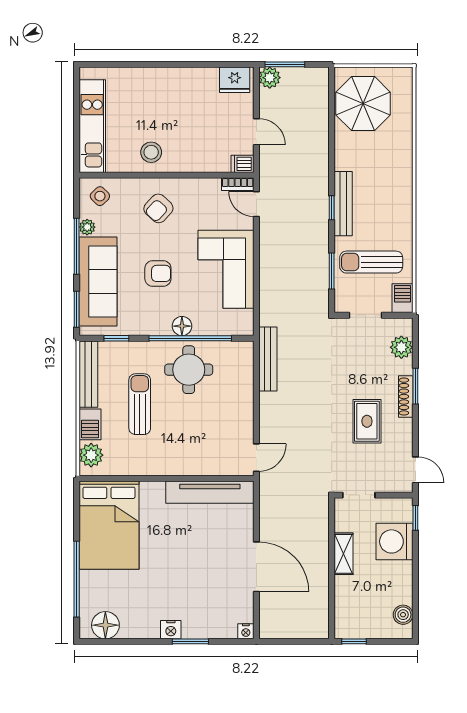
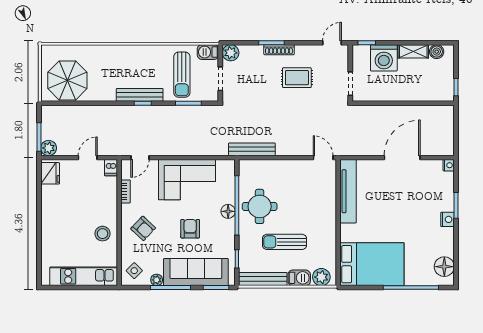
bookcase: (238, 184) -> (126, 191), moved
plant: (401, 347) -> (231, 53), moved
shelving: (344, 554) -> (413, 51), moved

